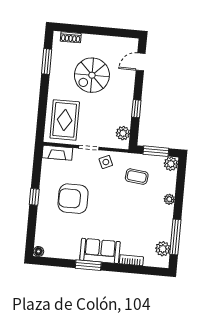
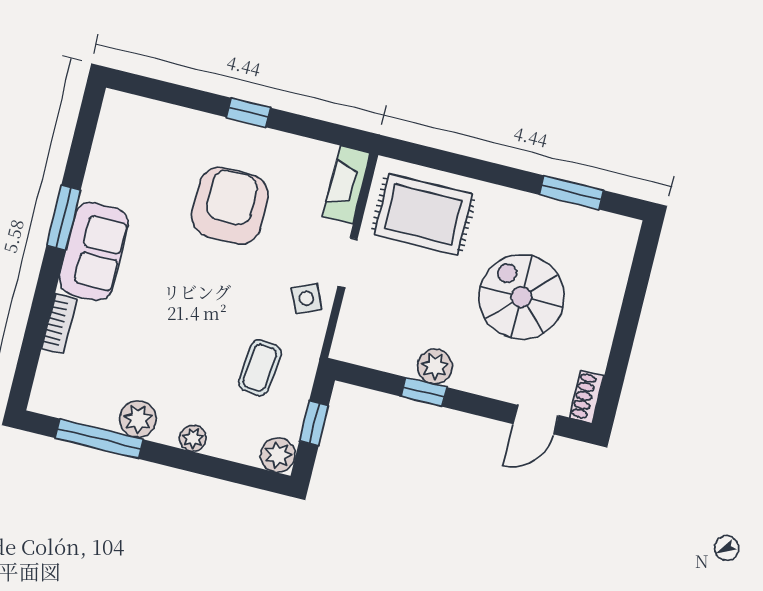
shoe rack: (71, 37) -> (587, 397), moved
door: (141, 62) -> (536, 420), swing flipped
plant: (123, 133) -> (435, 367), moved
window: (156, 151) -> (314, 423), width x0.67
plant: (163, 249) -> (138, 419), moved
floor lamp: (39, 251) -> (115, 103), removed

